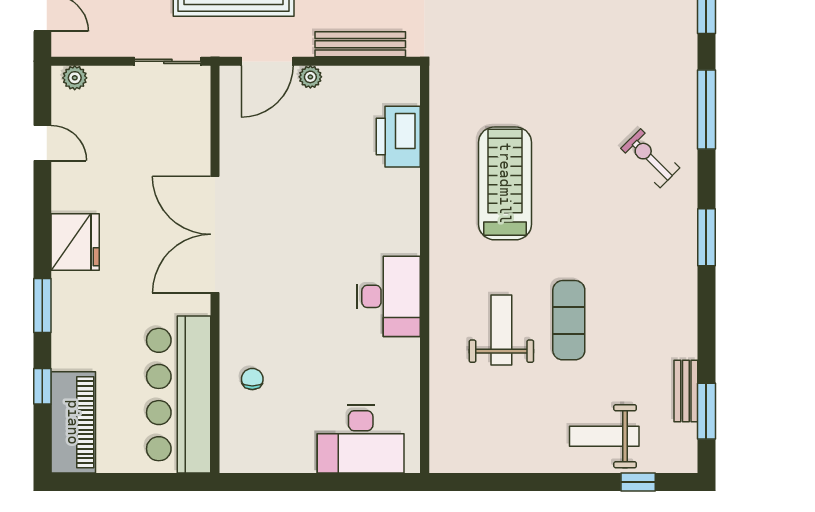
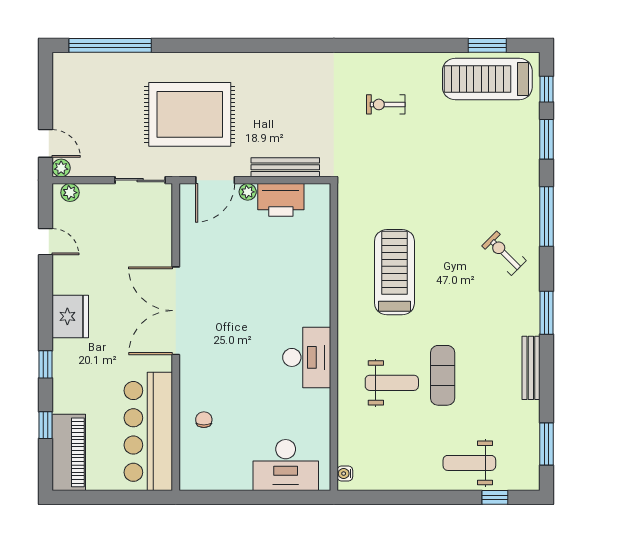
plant: (63, 45) -> (61, 168), added
printer: (398, 137) -> (281, 200), moved, turned -90
window: (42, 306) -> (46, 364), width x0.67
weight bench: (501, 330) -> (392, 383), turned 90
bench: (686, 391) -> (531, 368), moved, width x1.36
water cooler: (439, 450) -> (345, 474), added

